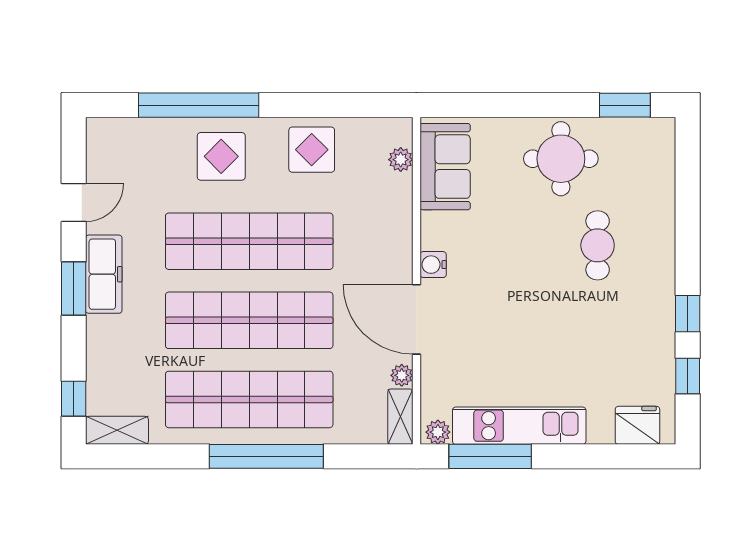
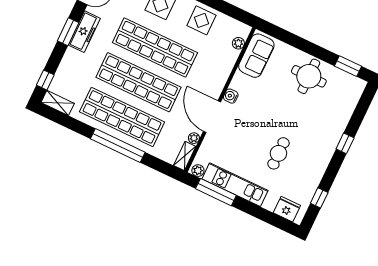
cafe table: (598, 245) -> (278, 153), moved
window: (688, 314) -> (345, 143), moved

